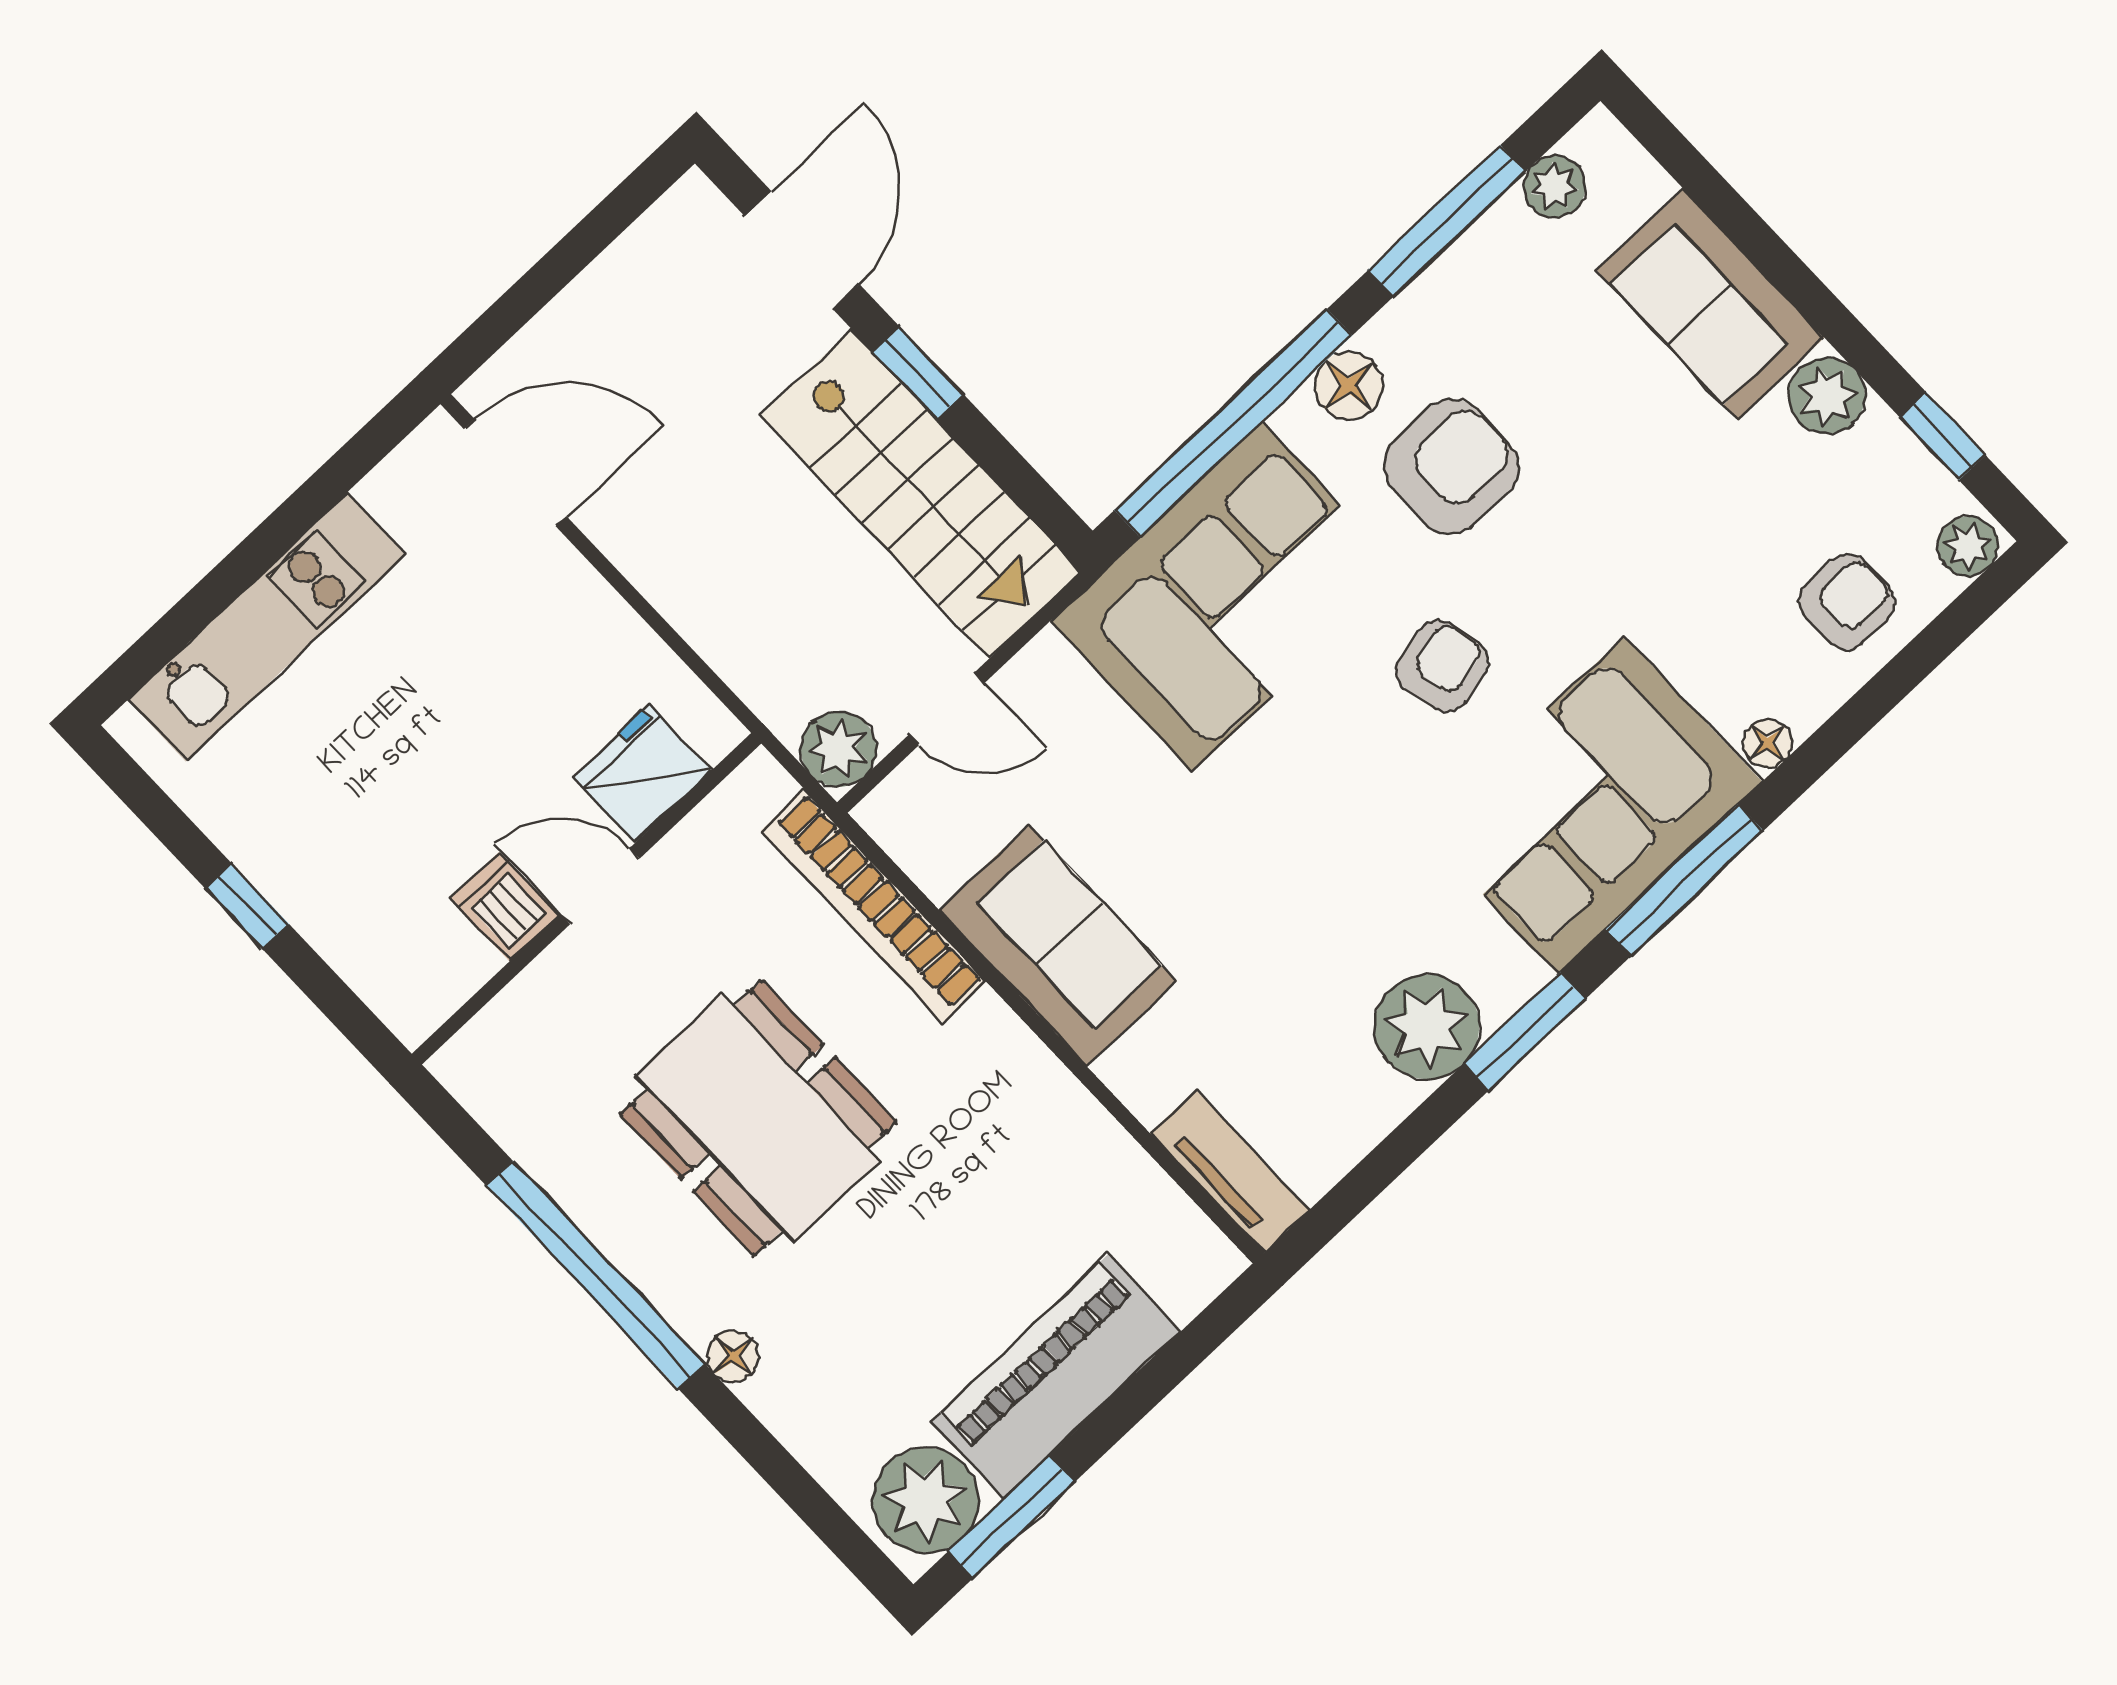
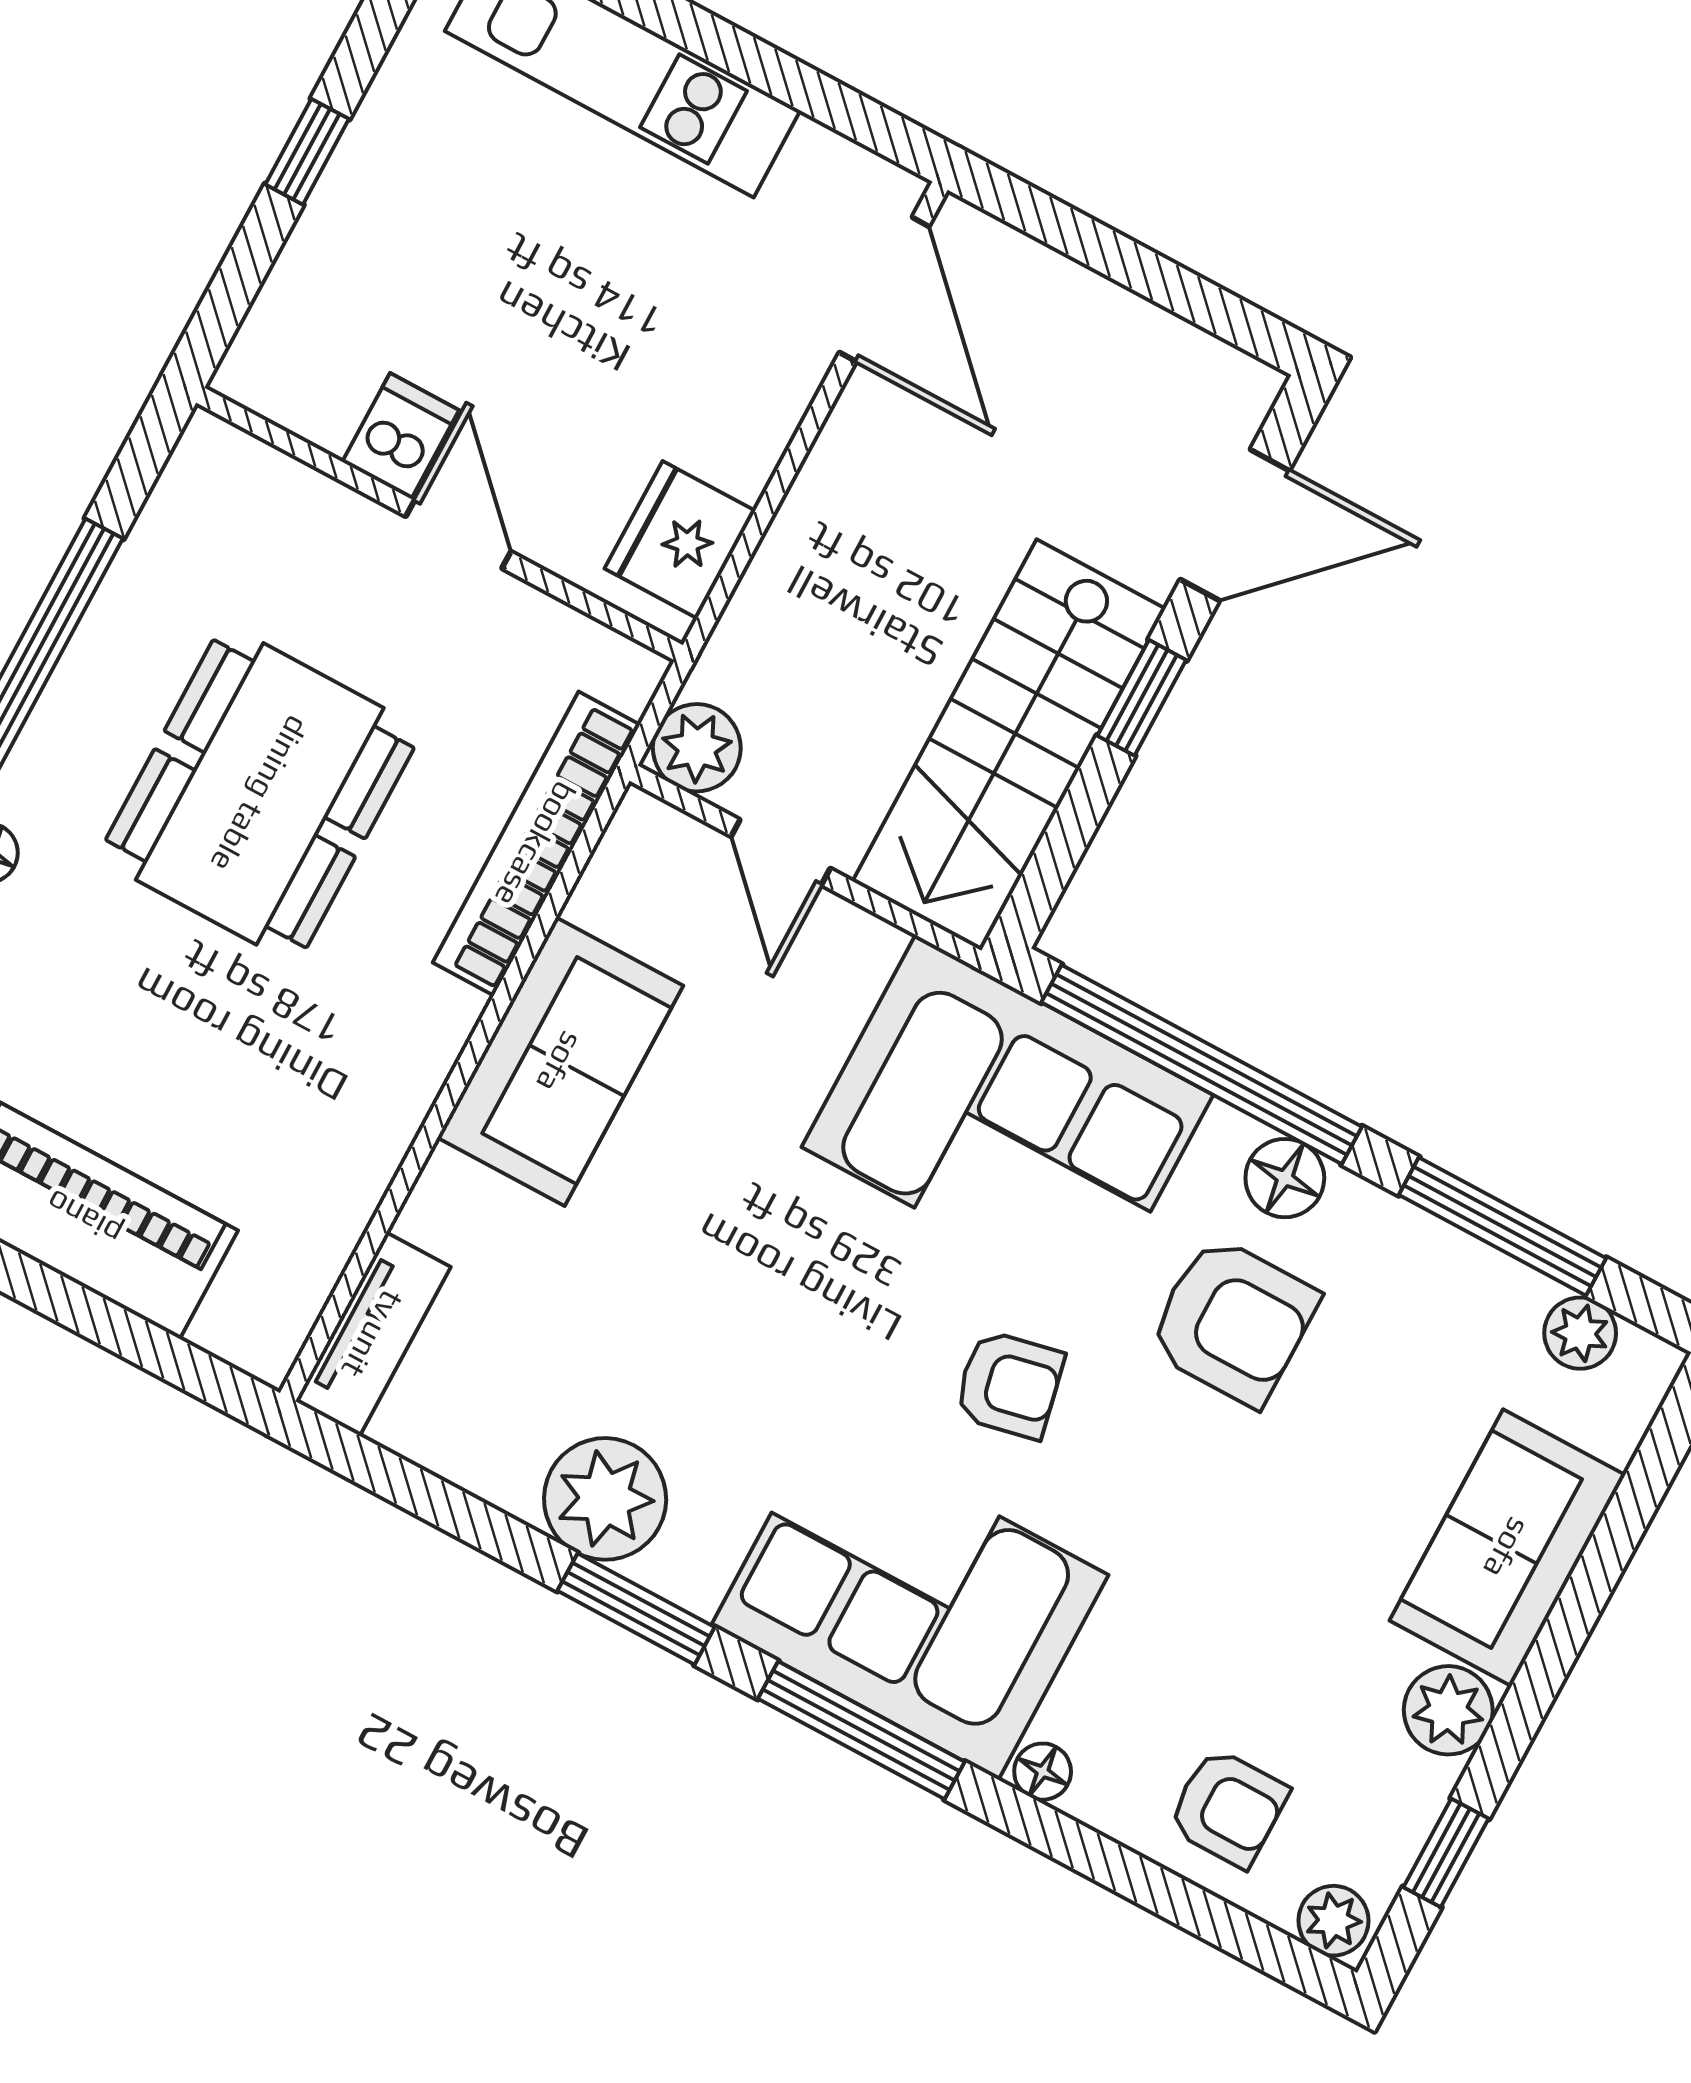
fridge: (642, 774) -> (680, 540), moved, turned -90

